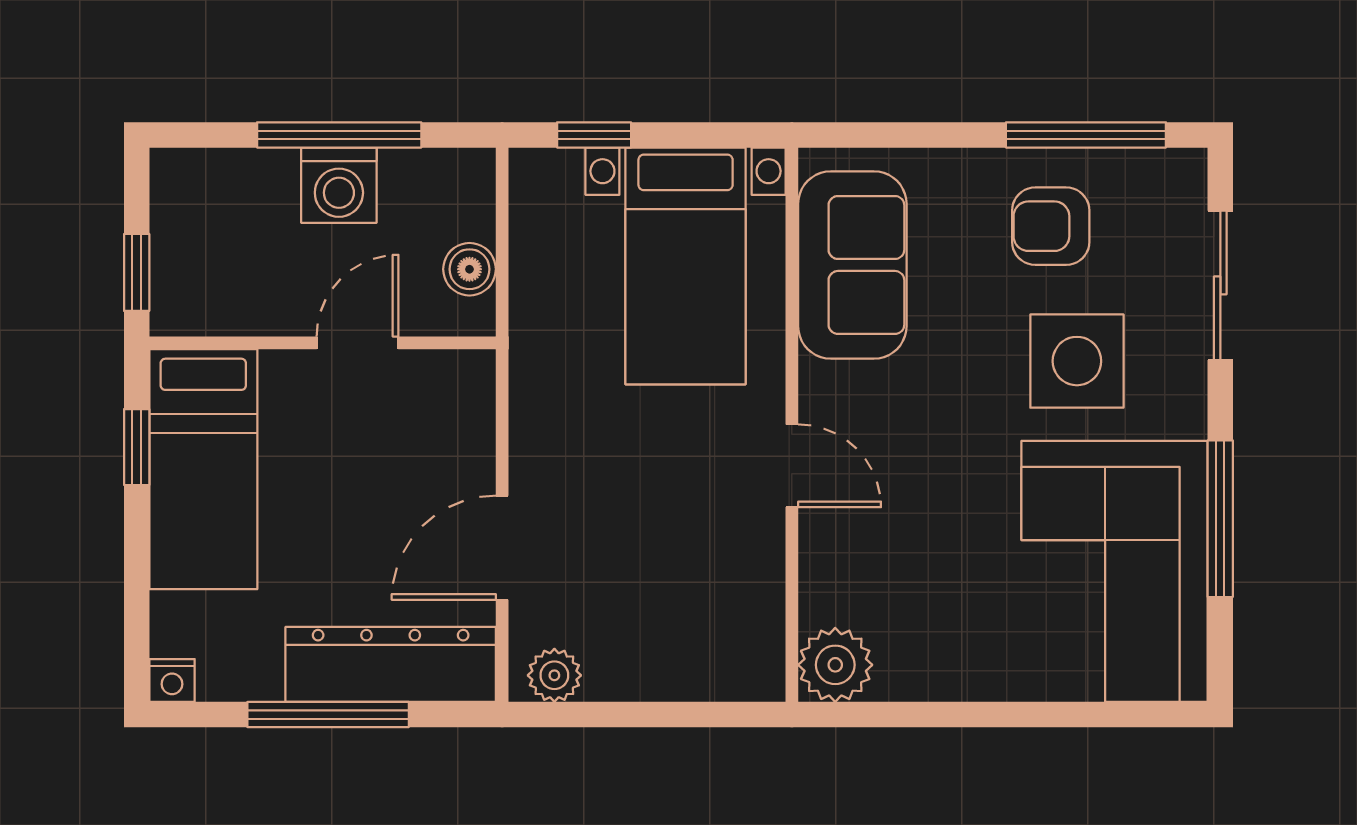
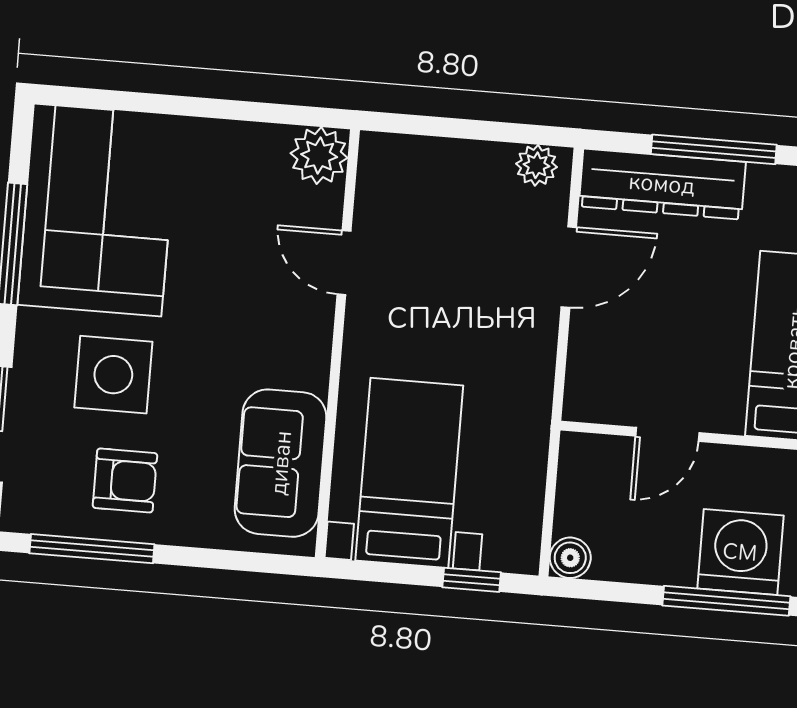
window: (339, 135) -> (726, 601), moved
washing machine: (339, 185) -> (740, 552), moved, width x1.37, depth x1.37
boiler: (469, 269) -> (570, 558), moved
door: (792, 466) -> (344, 263), moved

